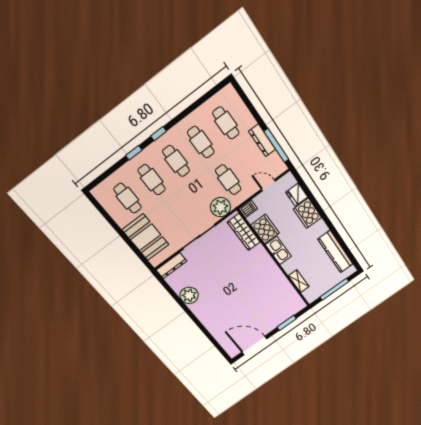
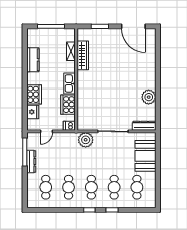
cafe table: (228, 180) -> (69, 153), removed
door: (268, 185) -> (46, 131), hinge flipped
wardrobe: (244, 232) -> (83, 55), moved
kitchen counter: (335, 252) -> (33, 60), width x0.67

